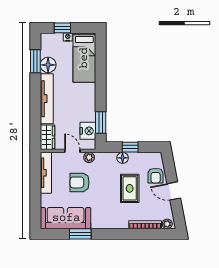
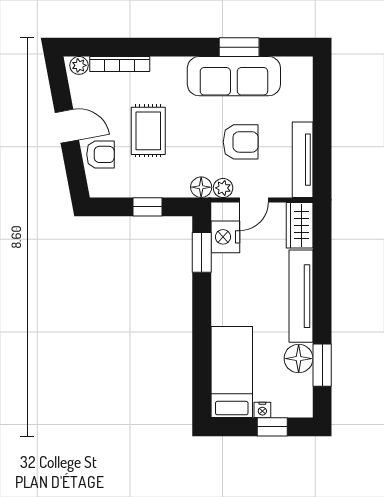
door: (72, 151) -> (254, 200), hinge flipped
floor lamp: (123, 158) -> (201, 187), moved
armchair: (156, 176) -> (100, 154), turned 90
sofa: (66, 218) -> (234, 76), moved

